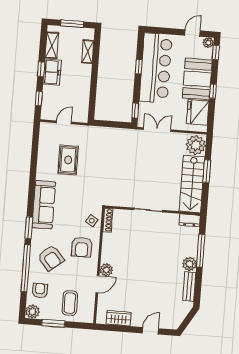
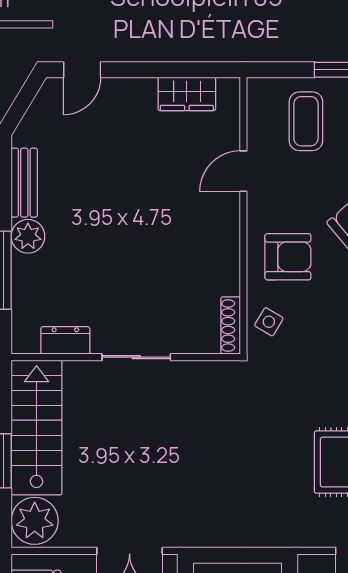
dresser: (190, 220) -> (65, 340), moved
armchair: (82, 247) -> (288, 257), turned 90
plant: (106, 270) -> (225, 207), removed
door: (150, 331) -> (82, 70), moved

